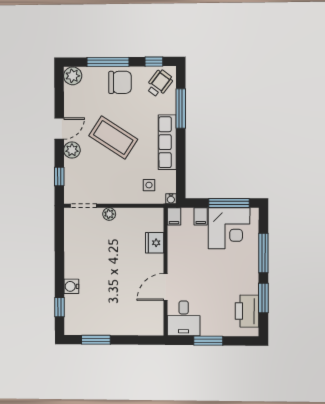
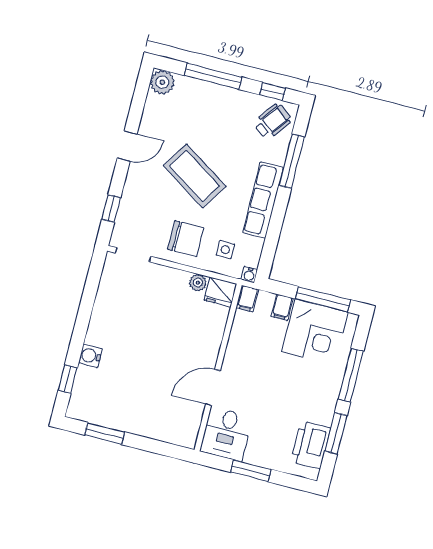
chair: (120, 82) -> (186, 239), moved
plant: (72, 150) -> (137, 178), removed
plant: (109, 214) -> (198, 283), moved
fridge: (155, 243) -> (220, 292), moved, turned -90

